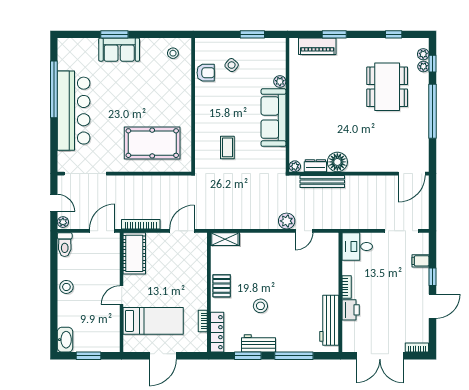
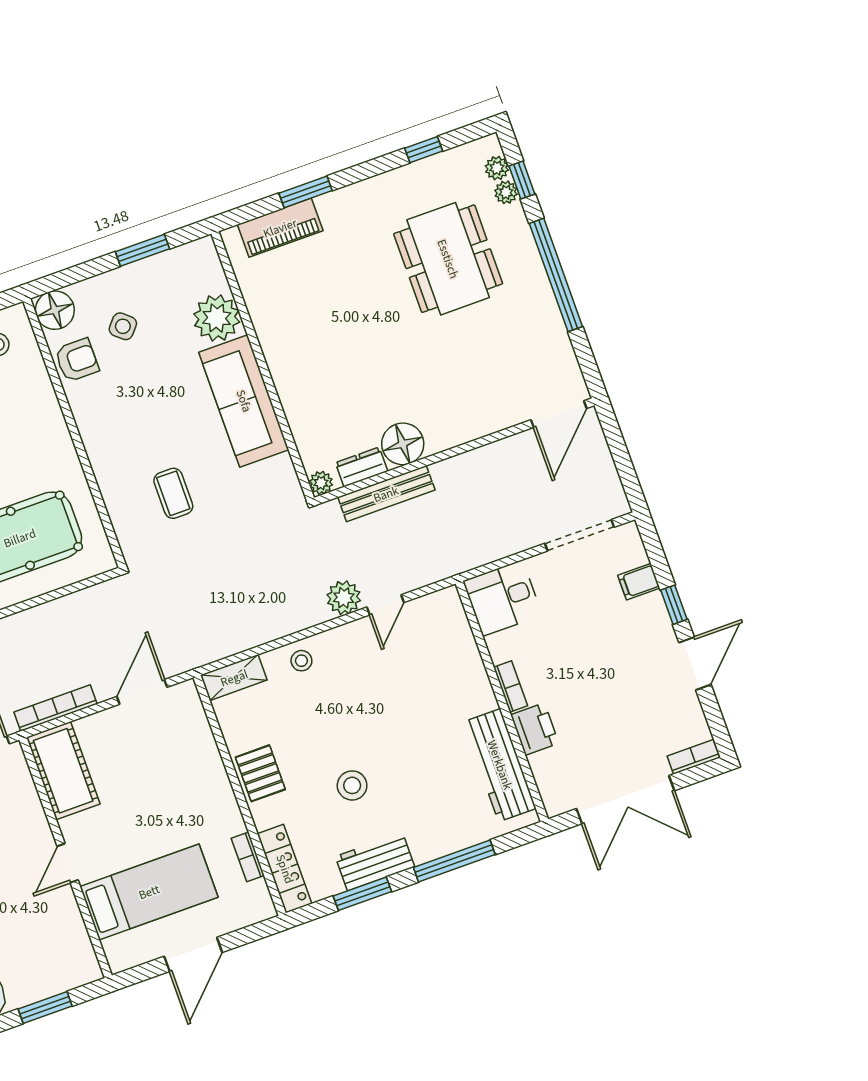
floor lamp: (204, 47) -> (55, 310), added
plant: (280, 82) -> (217, 318), width x1.88, depth x1.88
stool: (258, 242) -> (301, 661), added

